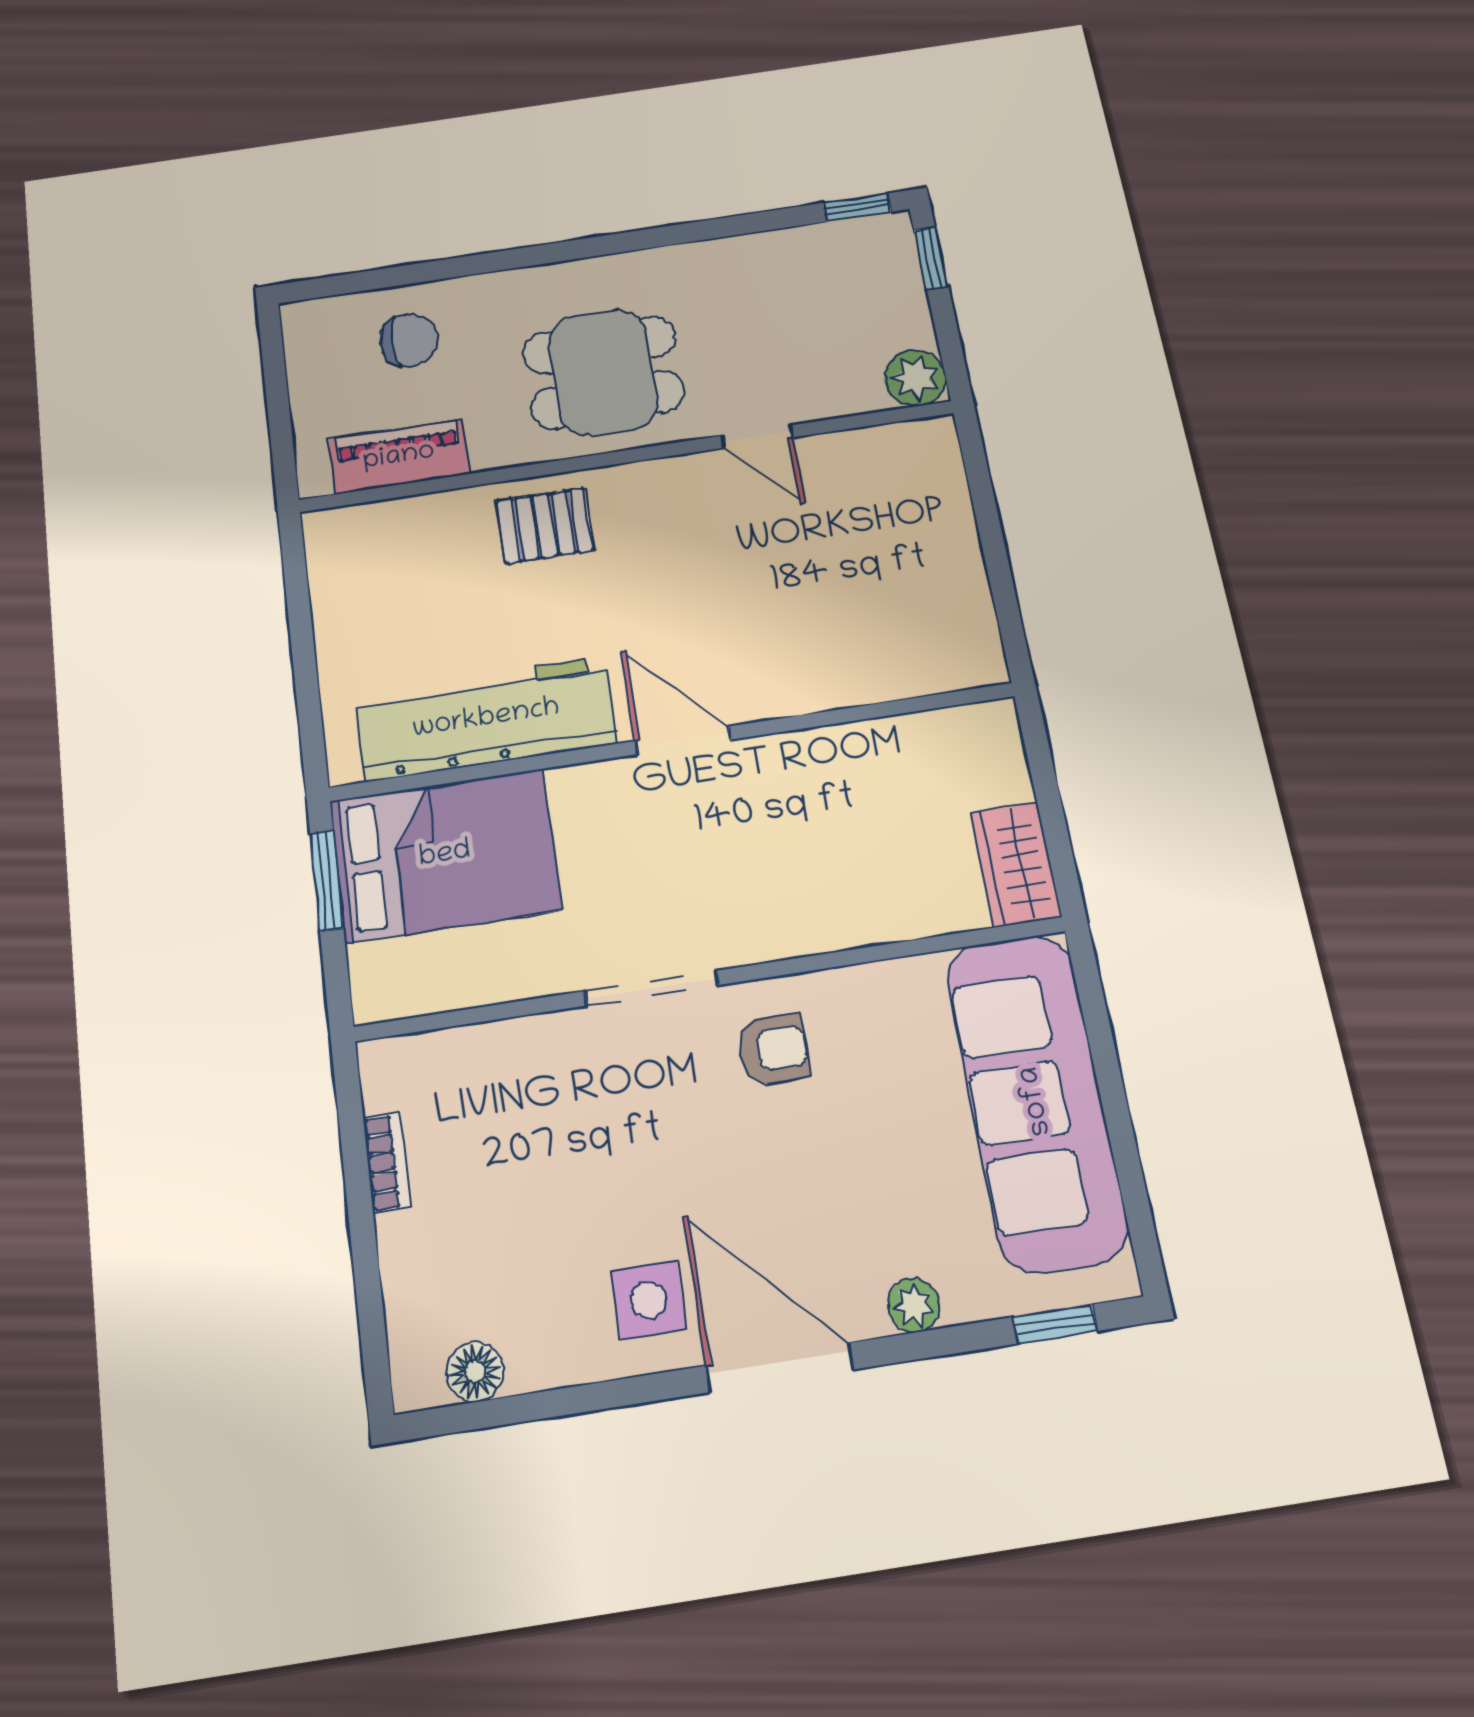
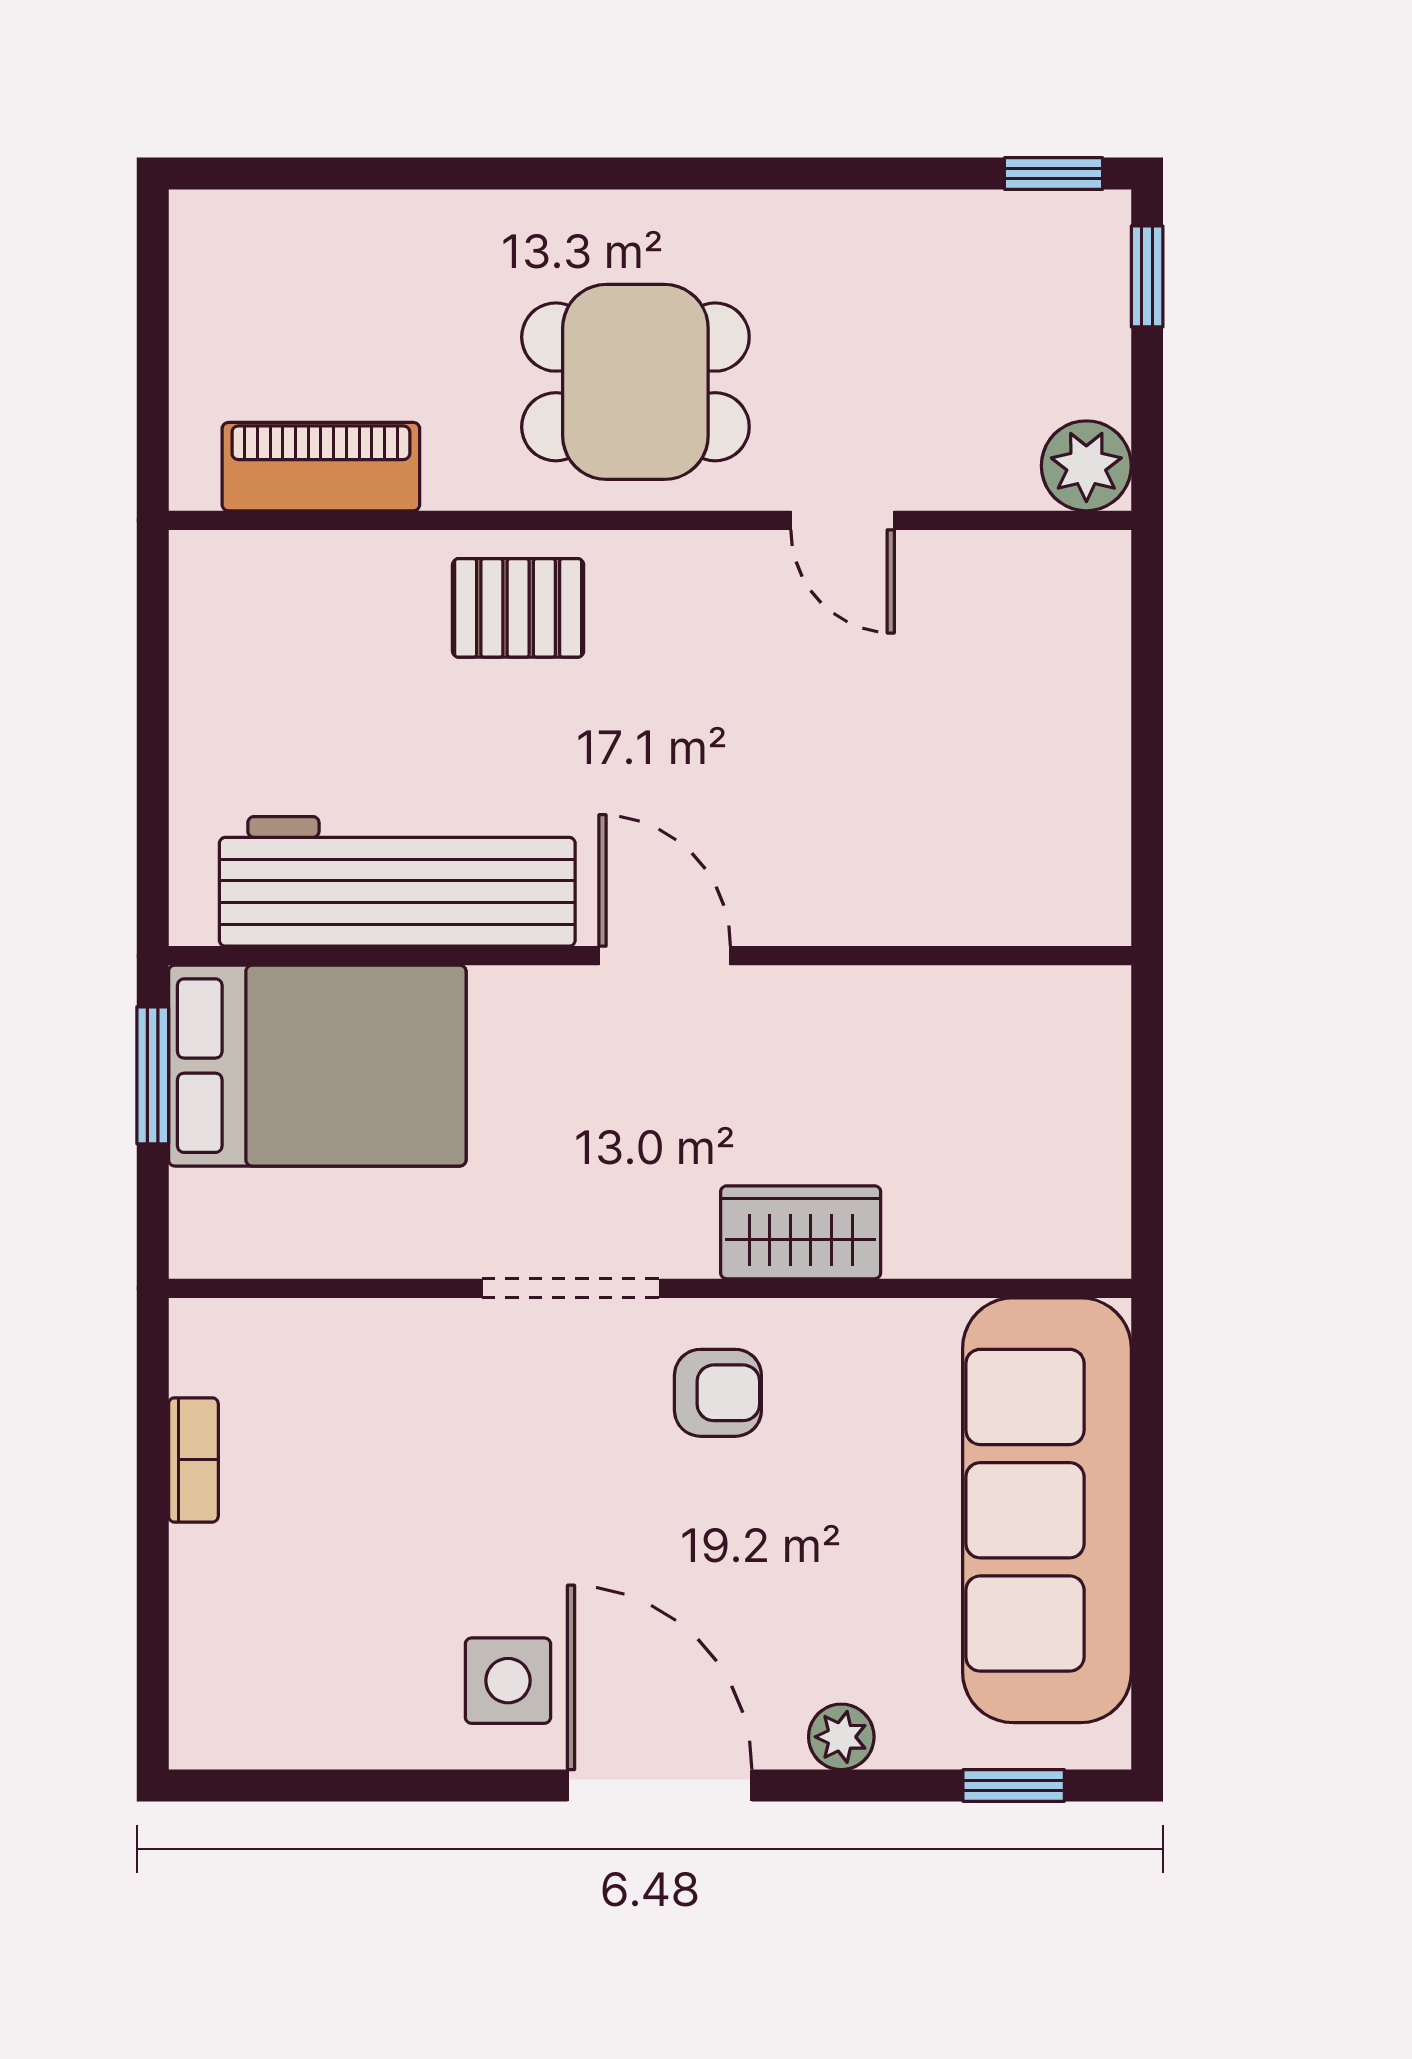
chair: (409, 340) -> (357, 282), removed
wardrobe: (1016, 864) -> (801, 1232), moved, turned 90
floor lamp: (475, 1372) -> (277, 1733), removed

